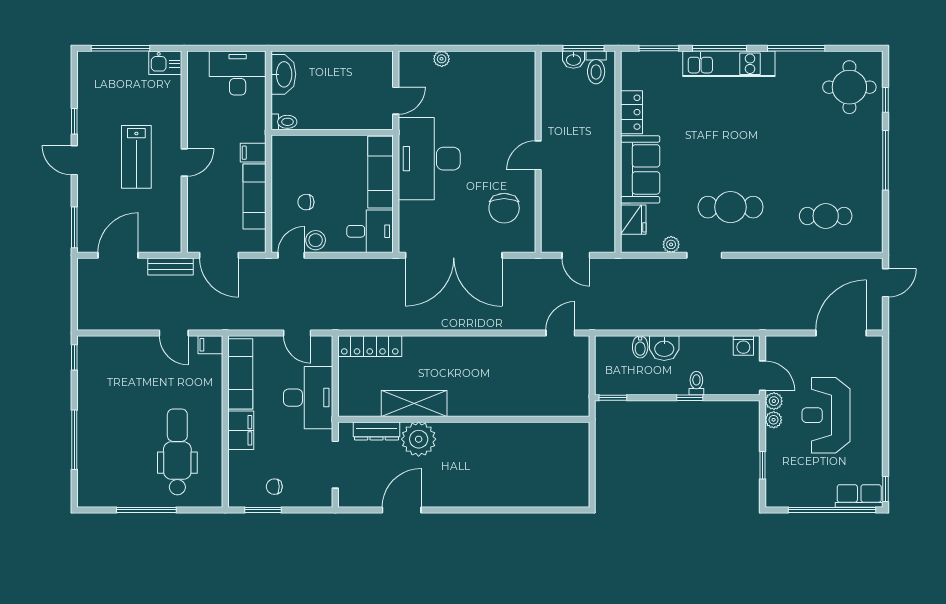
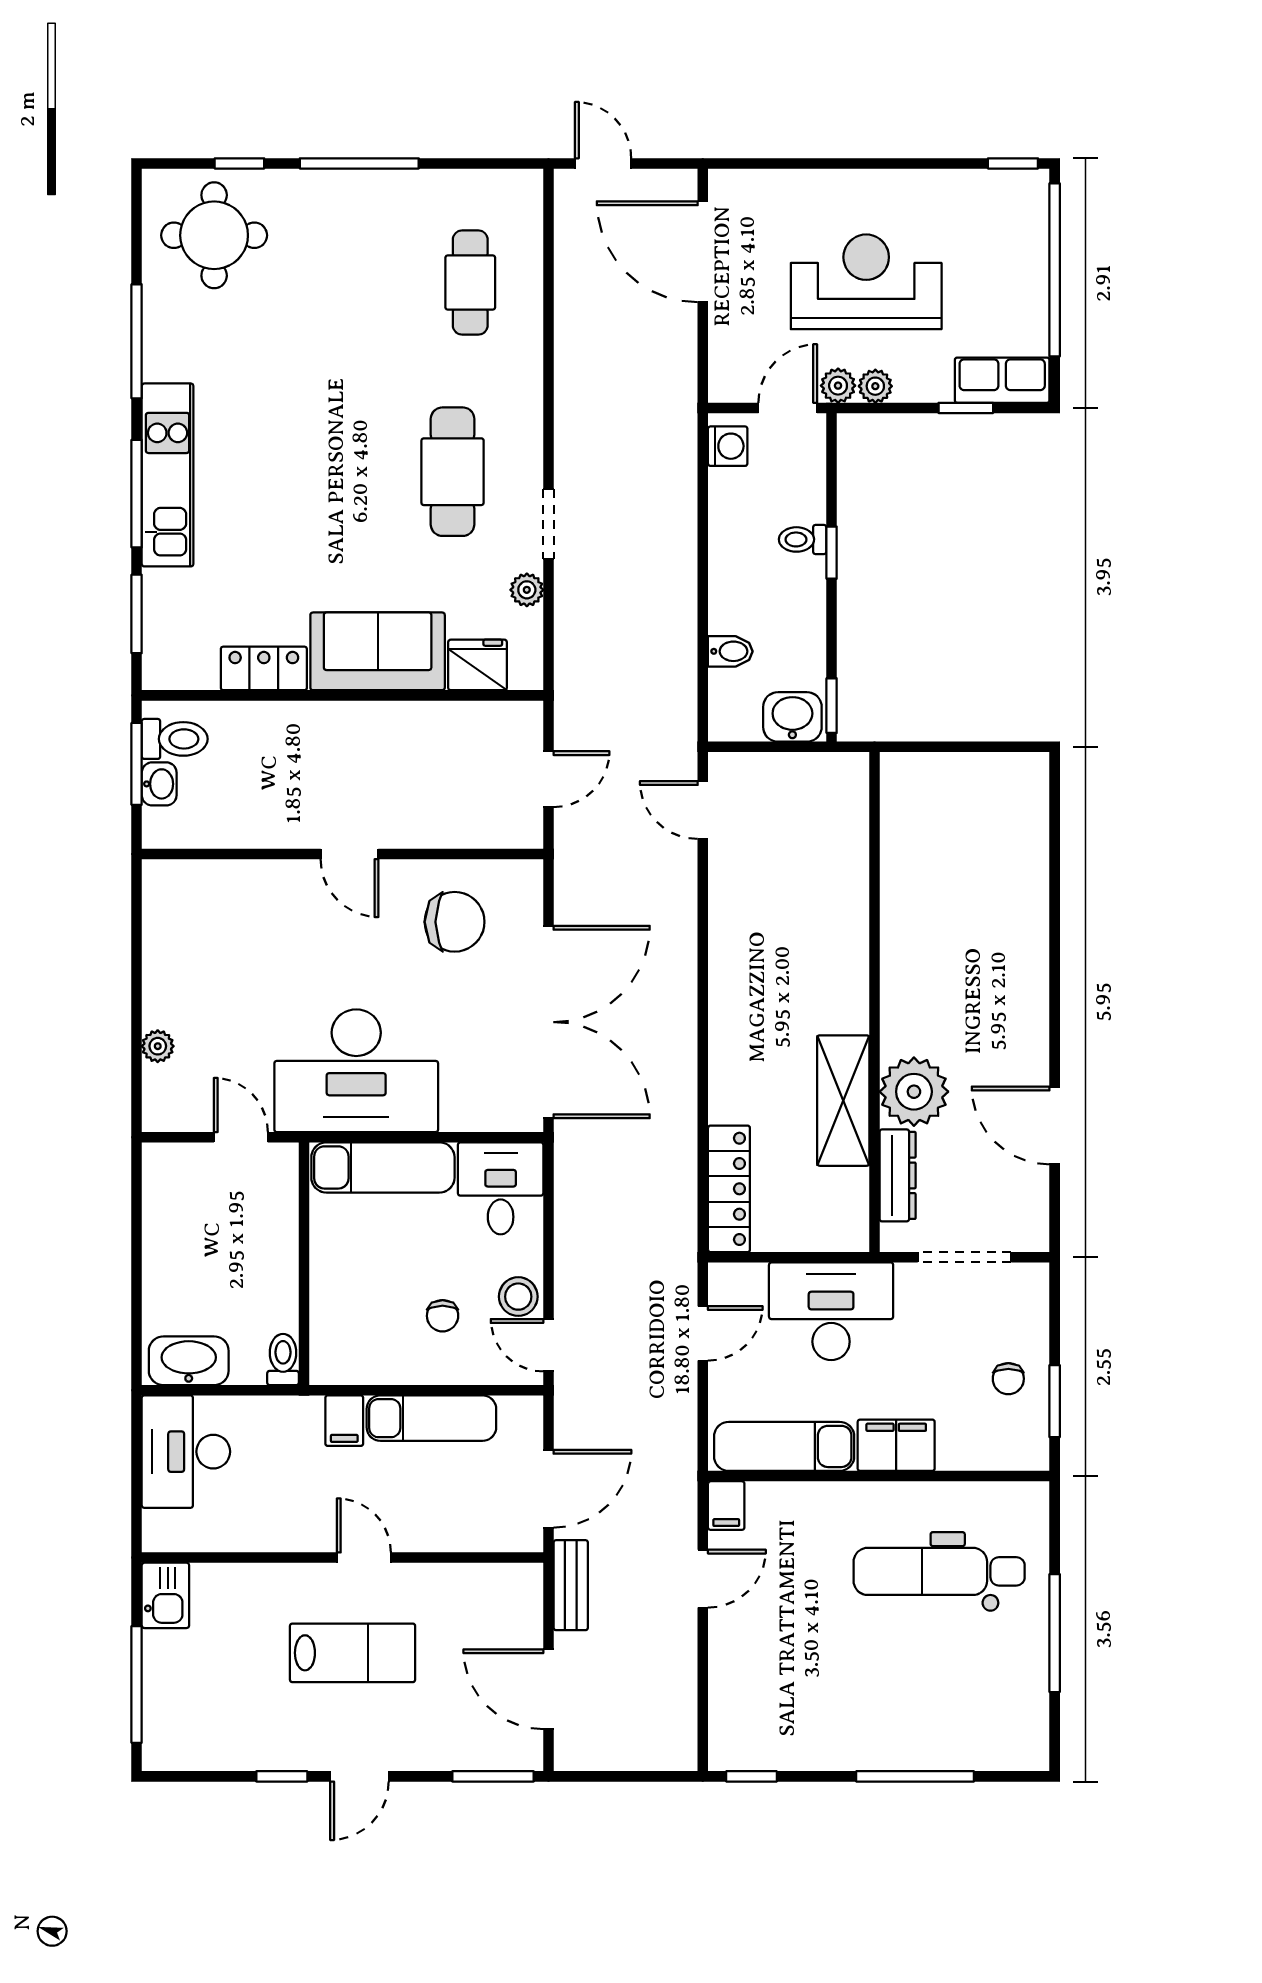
washbasin: (664, 348) -> (792, 717), moved, turned -90
reception desk: (826, 415) -> (866, 282), turned 180
row of seats: (859, 496) -> (1002, 380), moved, turned 90

